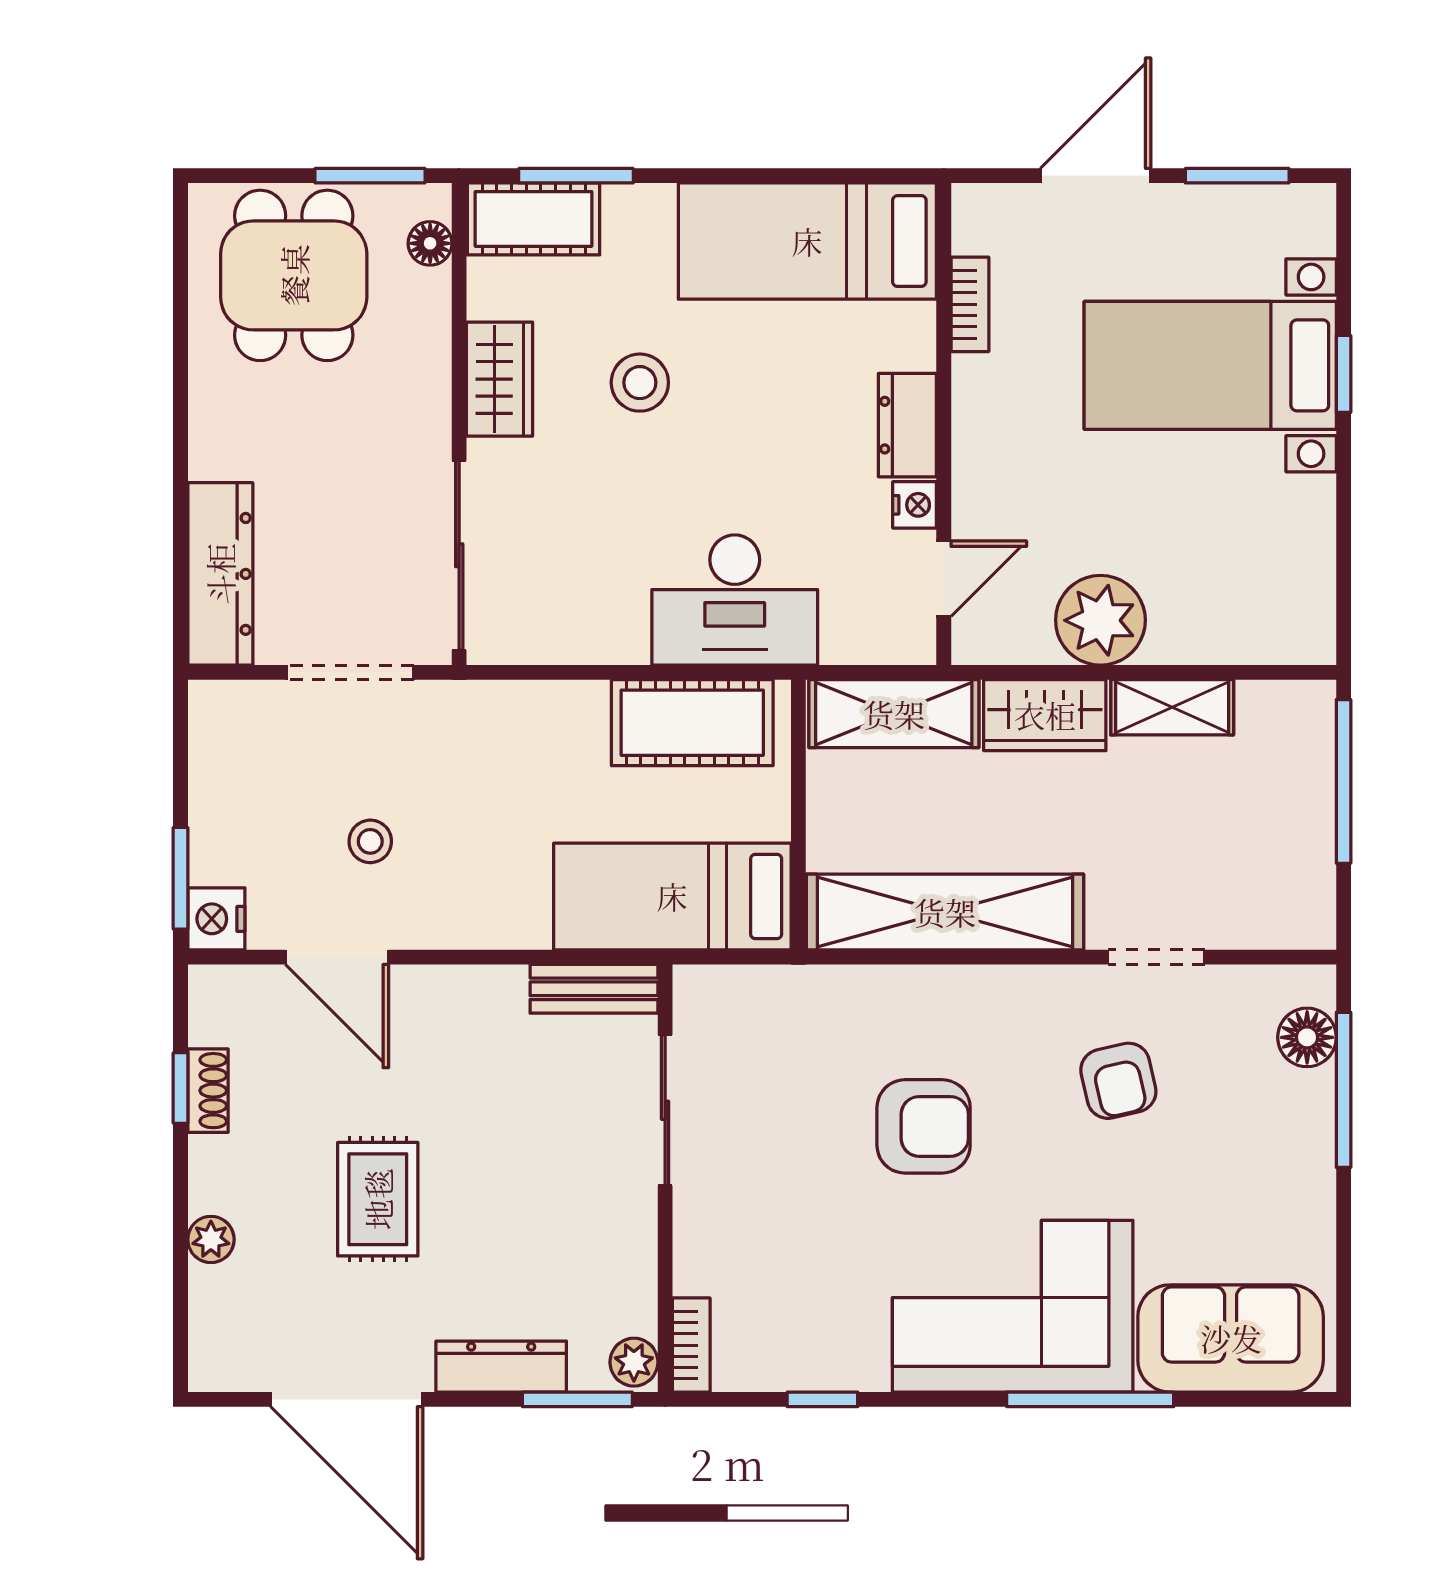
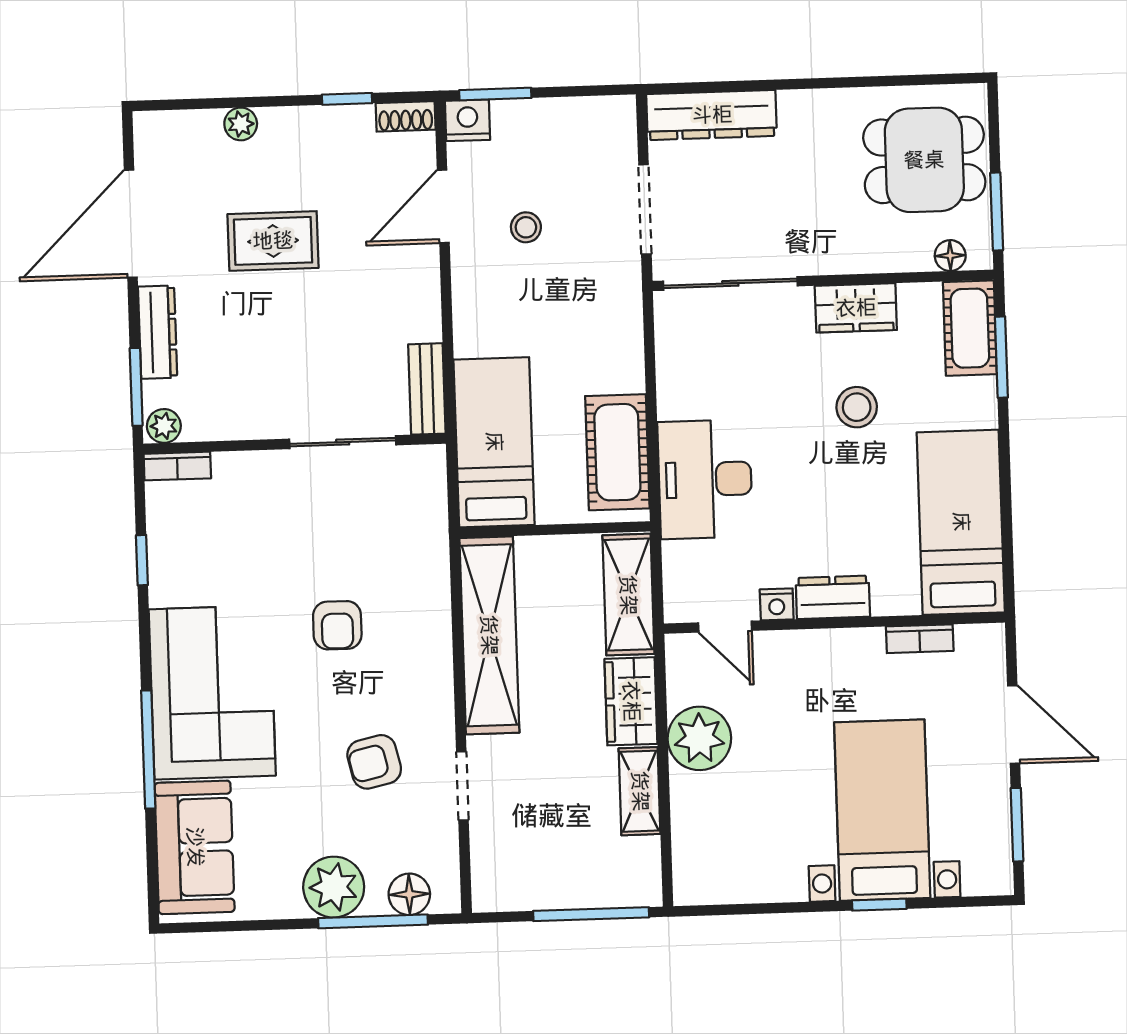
shoe rack: (208, 1091) -> (406, 116), moved
armchair: (924, 1126) -> (337, 625), width x0.72, depth x0.72
plant: (1293, 1144) -> (334, 887), added

